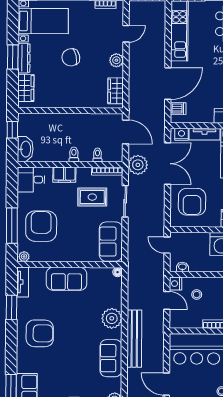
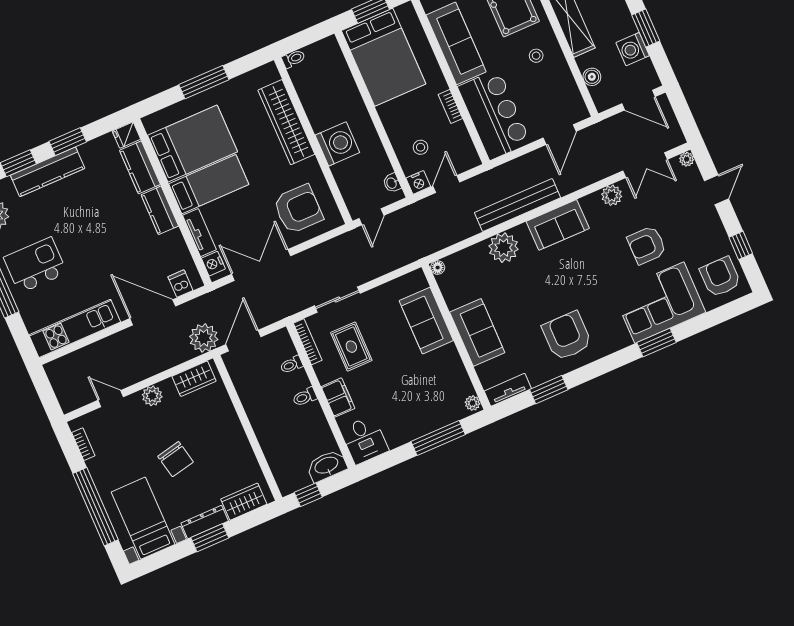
plant: (138, 165) -> (204, 338), moved
armchair: (41, 226) -> (421, 398), removed
sofa: (111, 242) -> (426, 321), moved, turned 90

